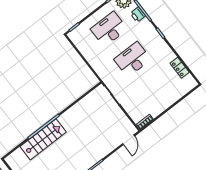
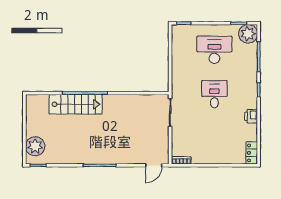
printer: (138, 15) -> (251, 116), moved
desk: (132, 59) -> (214, 94), width x0.73
locker: (180, 68) -> (252, 153), moved

